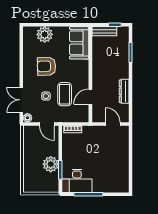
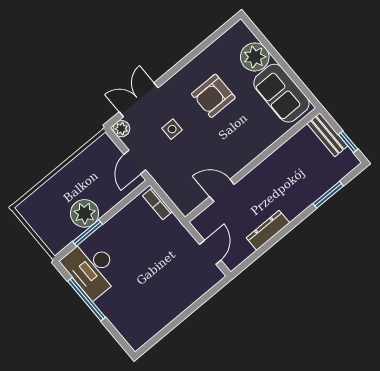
sofa: (79, 43) -> (281, 93), moved, turned -90
armchair: (46, 66) -> (213, 96), turned -88
coffee table: (65, 94) -> (196, 152), removed

